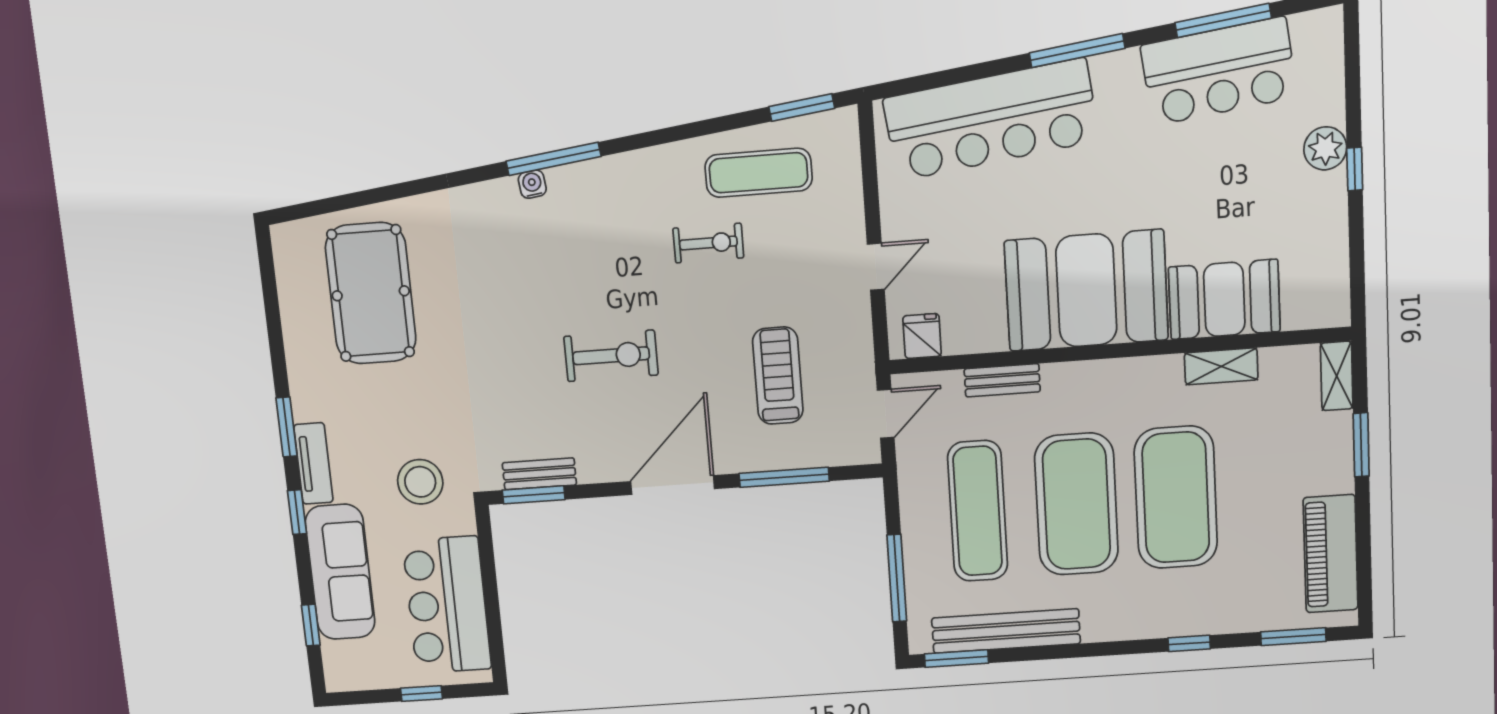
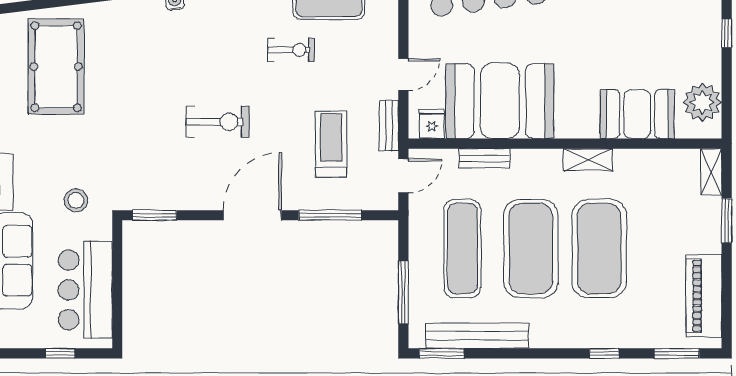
plant: (1325, 148) -> (702, 102), moved, width x1.36, depth x1.36
booth: (1086, 290) -> (500, 101), moved
shelving: (1221, 366) -> (588, 160), moved
bench: (539, 474) -> (389, 126), moved, turned 90
stool: (420, 482) -> (76, 200), width x0.73, depth x0.73

